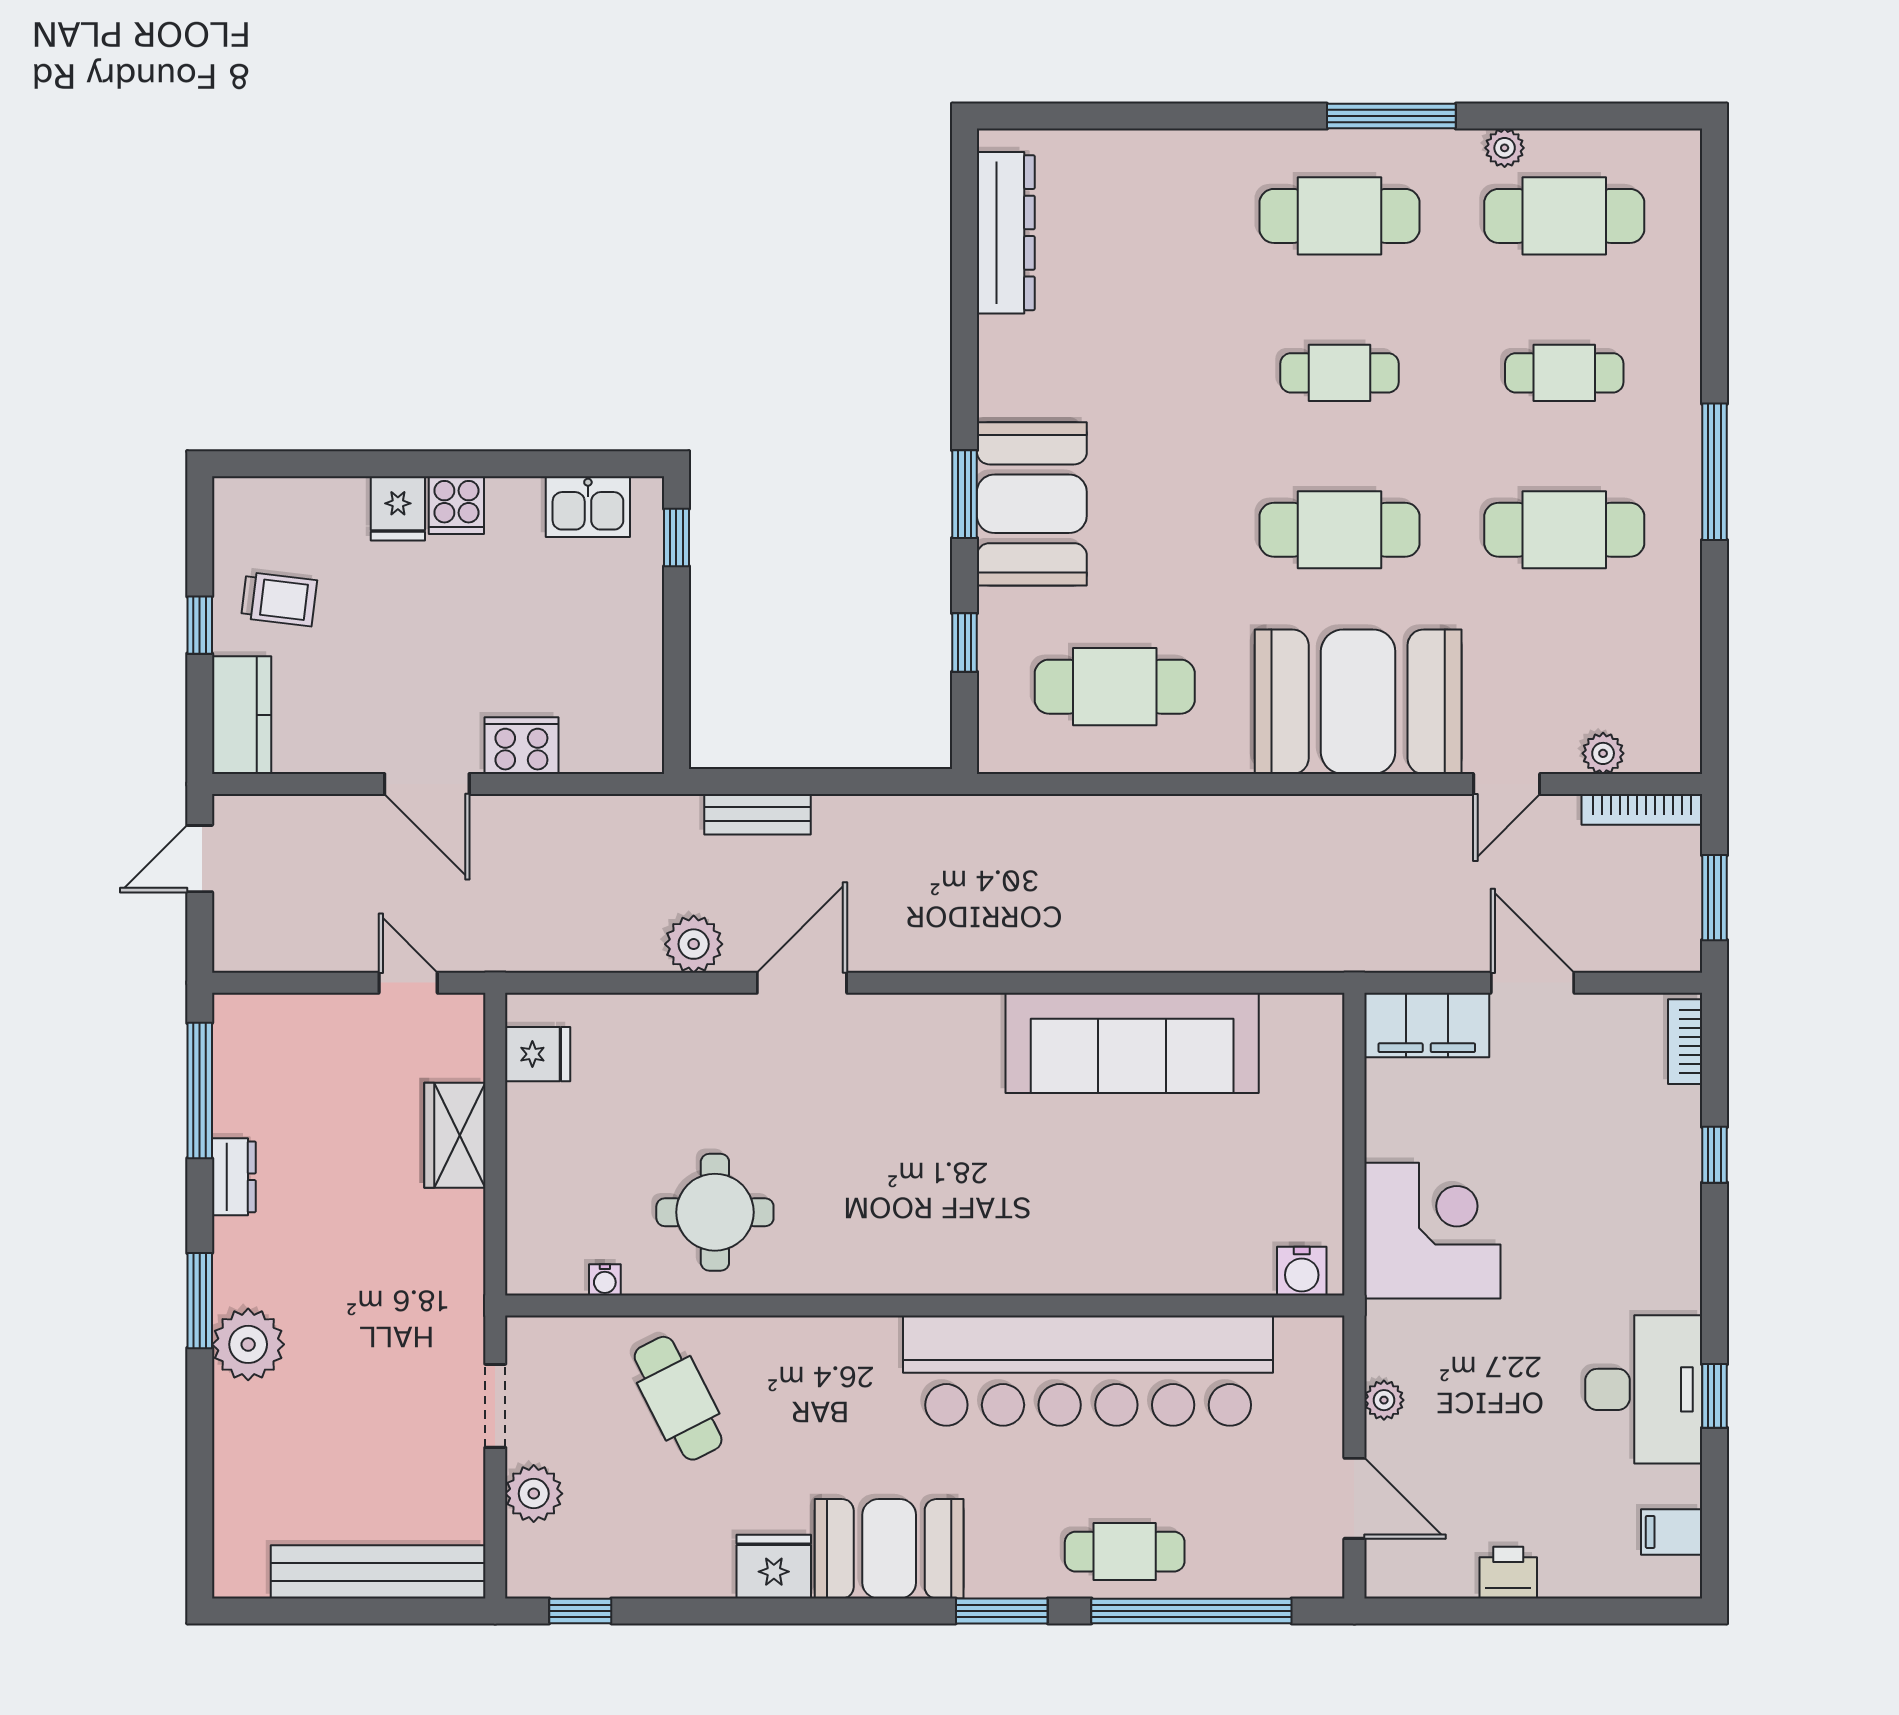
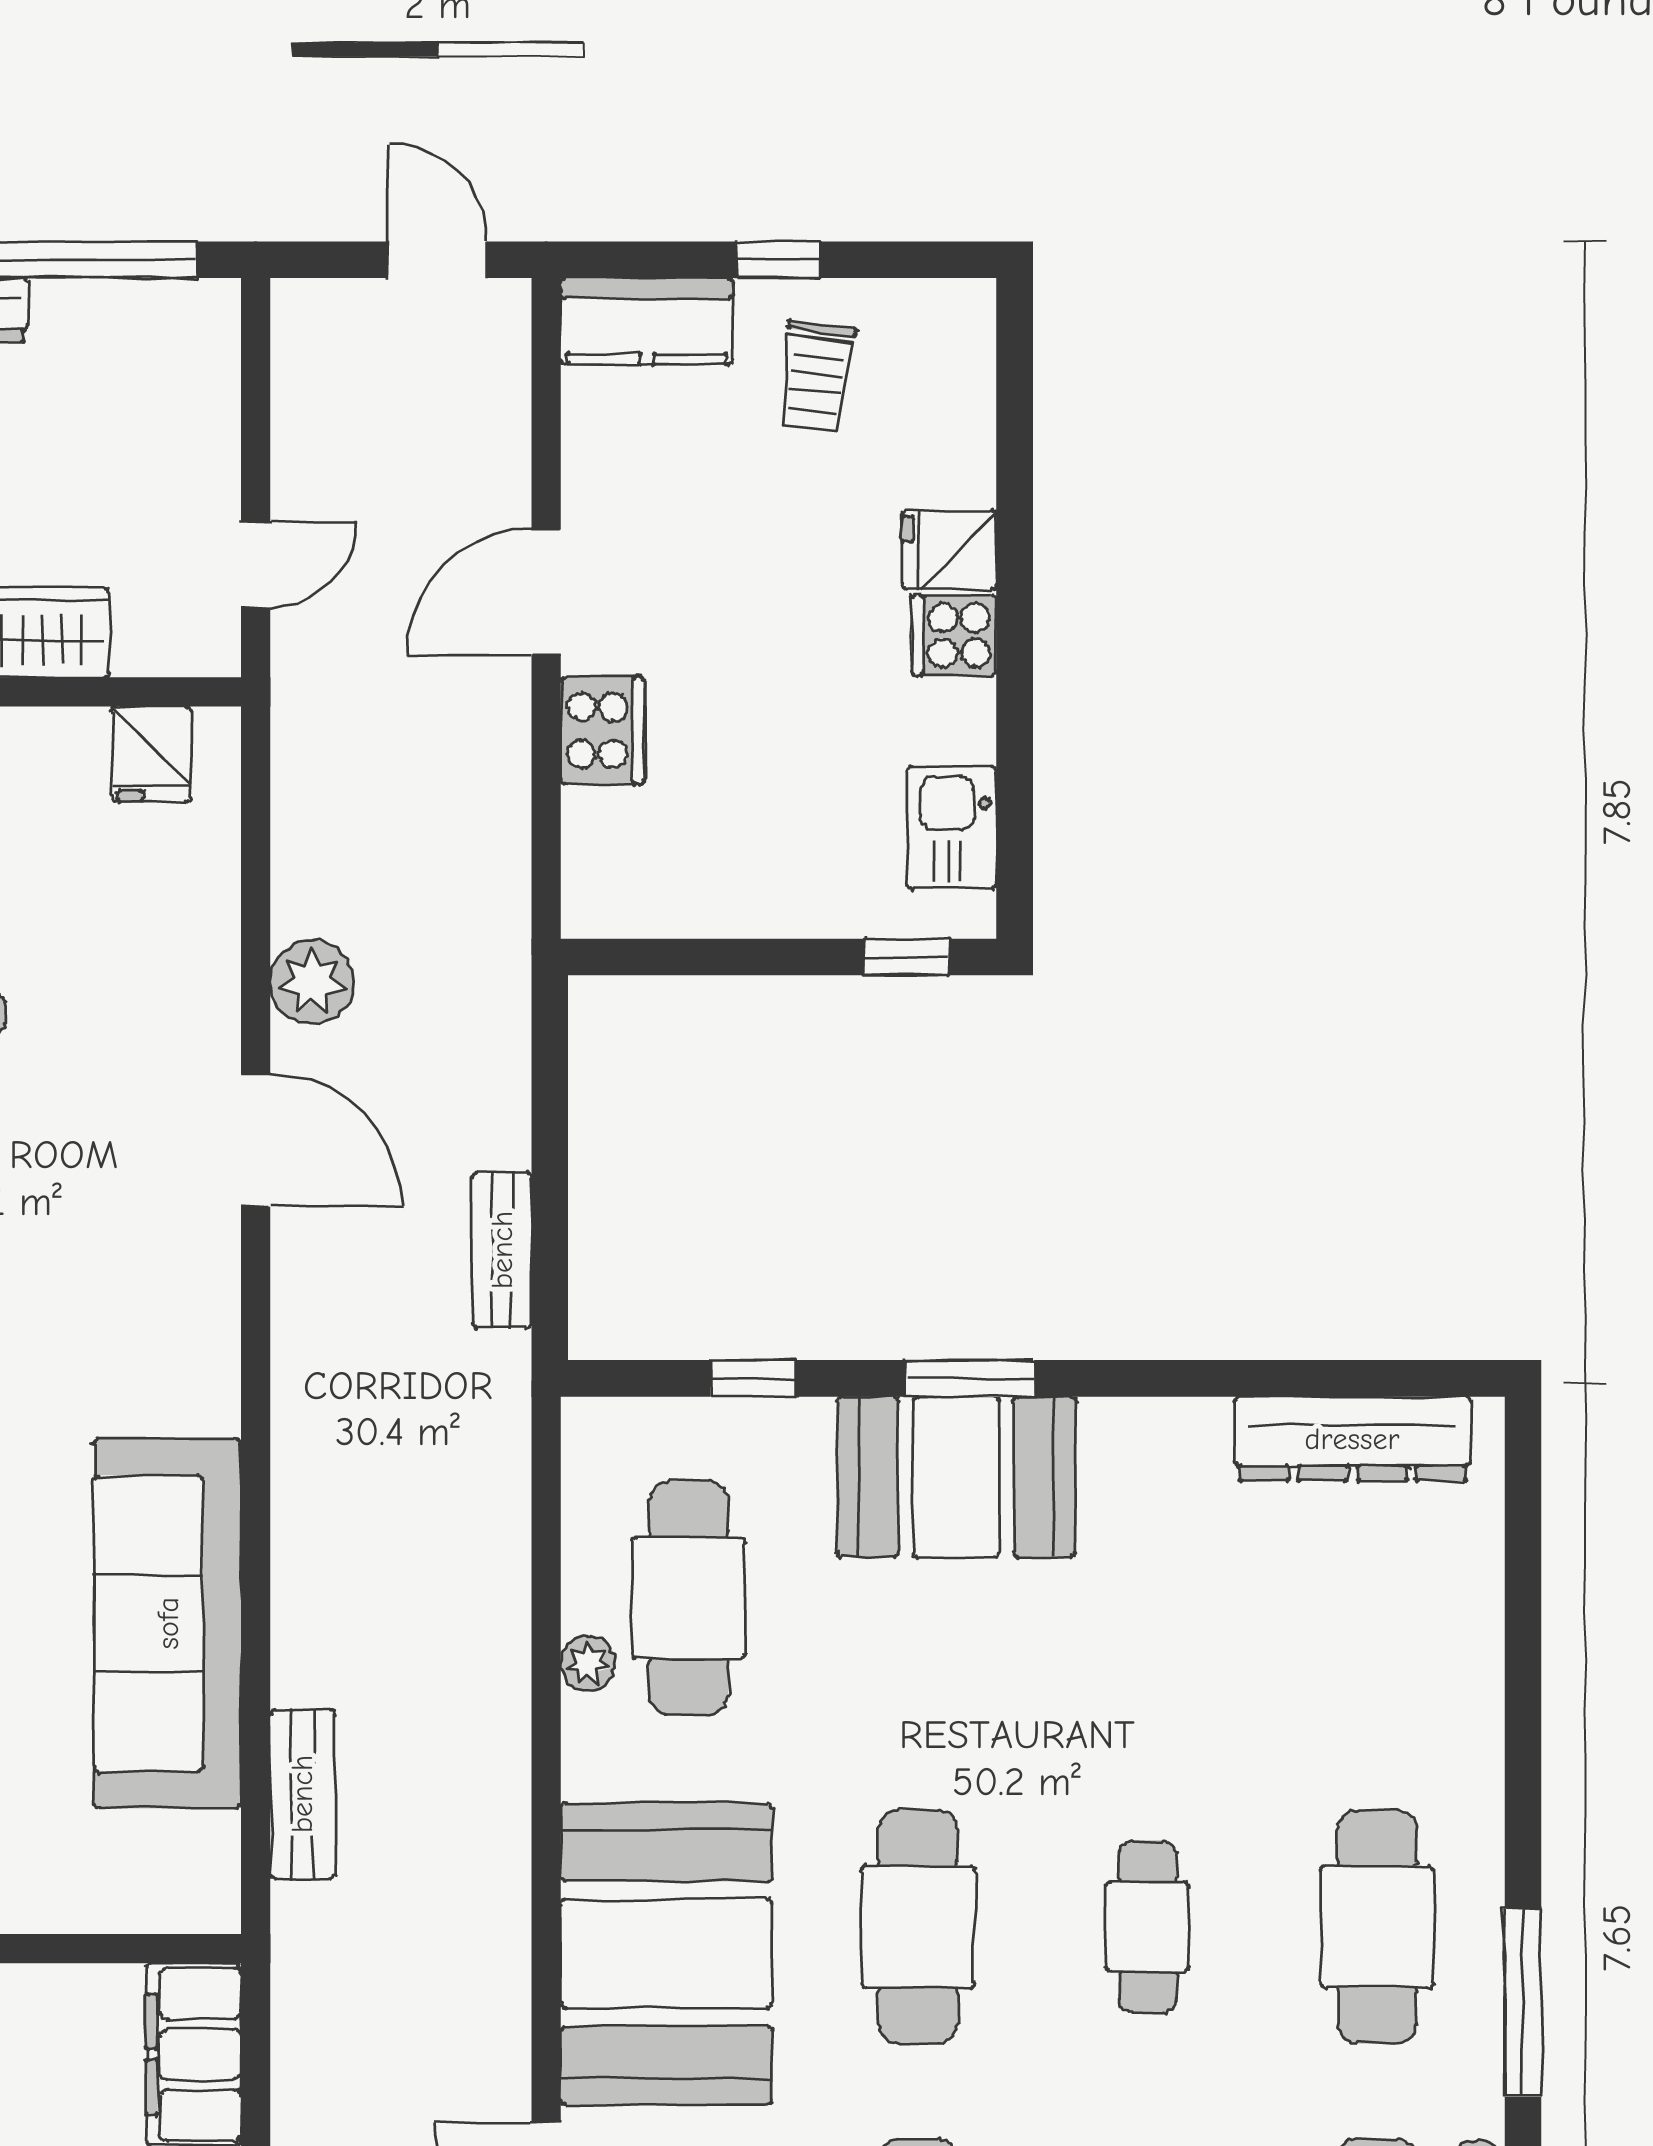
plant: (1160, 755) -> (588, 1664), added
bench: (758, 814) -> (502, 1250), moved
bench: (1249, 951) -> (302, 1794), added

